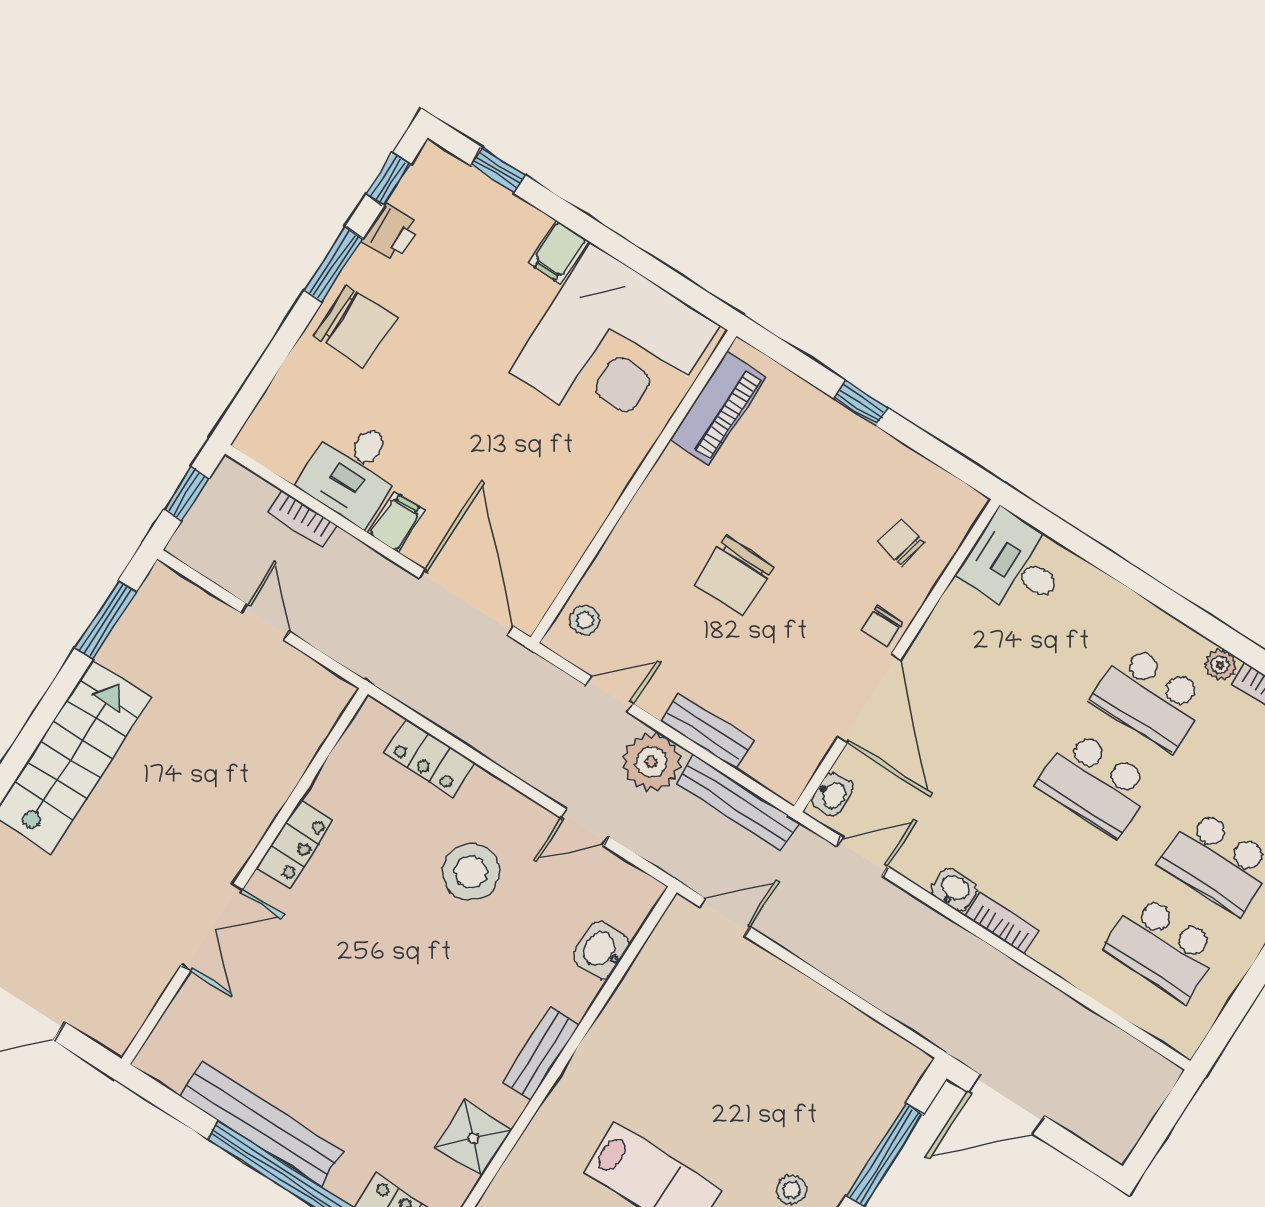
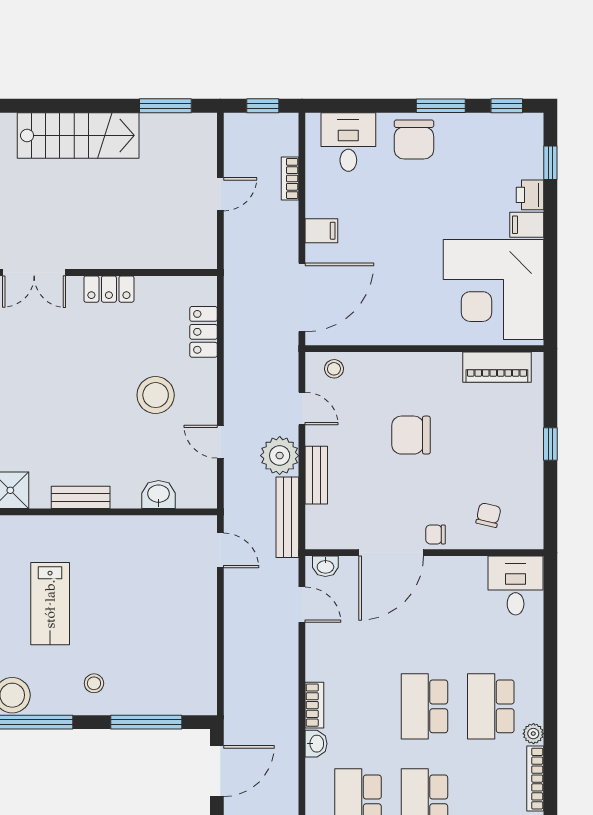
printer: (391, 233) -> (530, 195), moved, turned 90
desk: (353, 470) -> (348, 142), moved, turned 90
washbasin: (954, 890) -> (316, 744), moved
door: (1006, 1104) -> (217, 771), swing flipped

